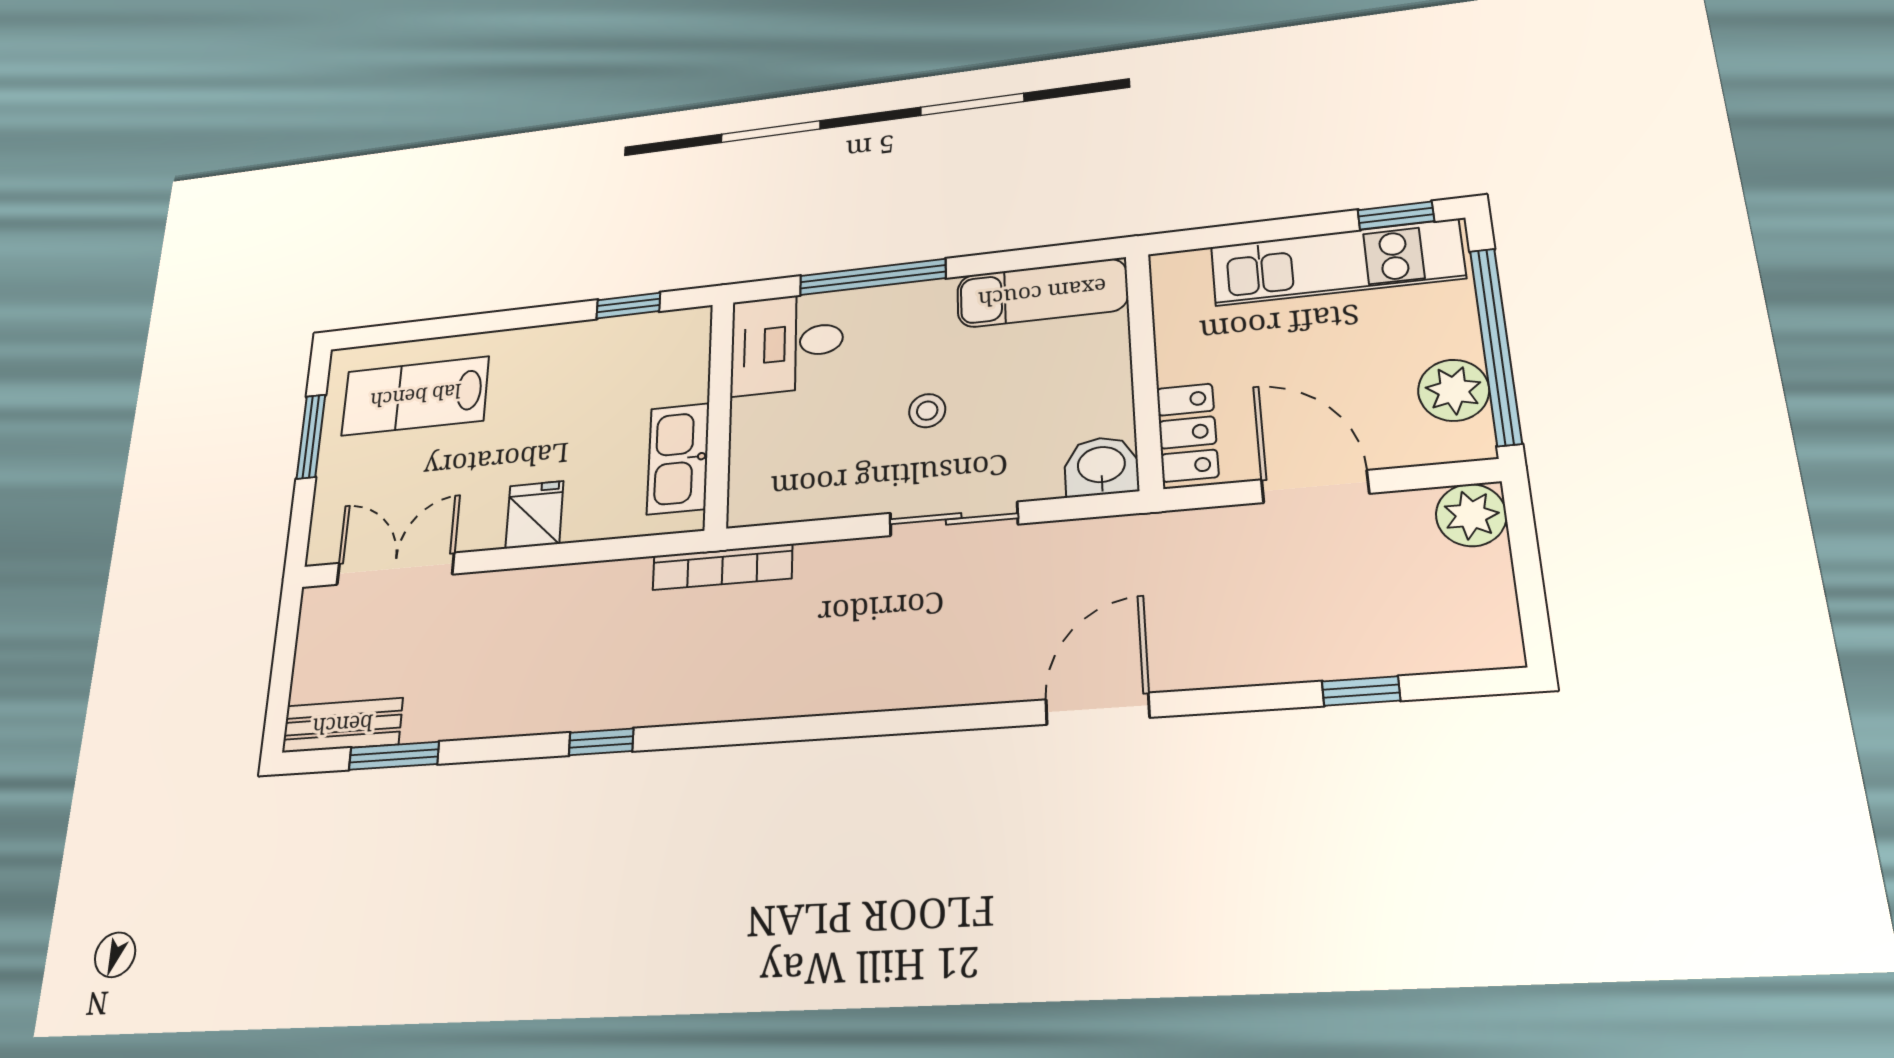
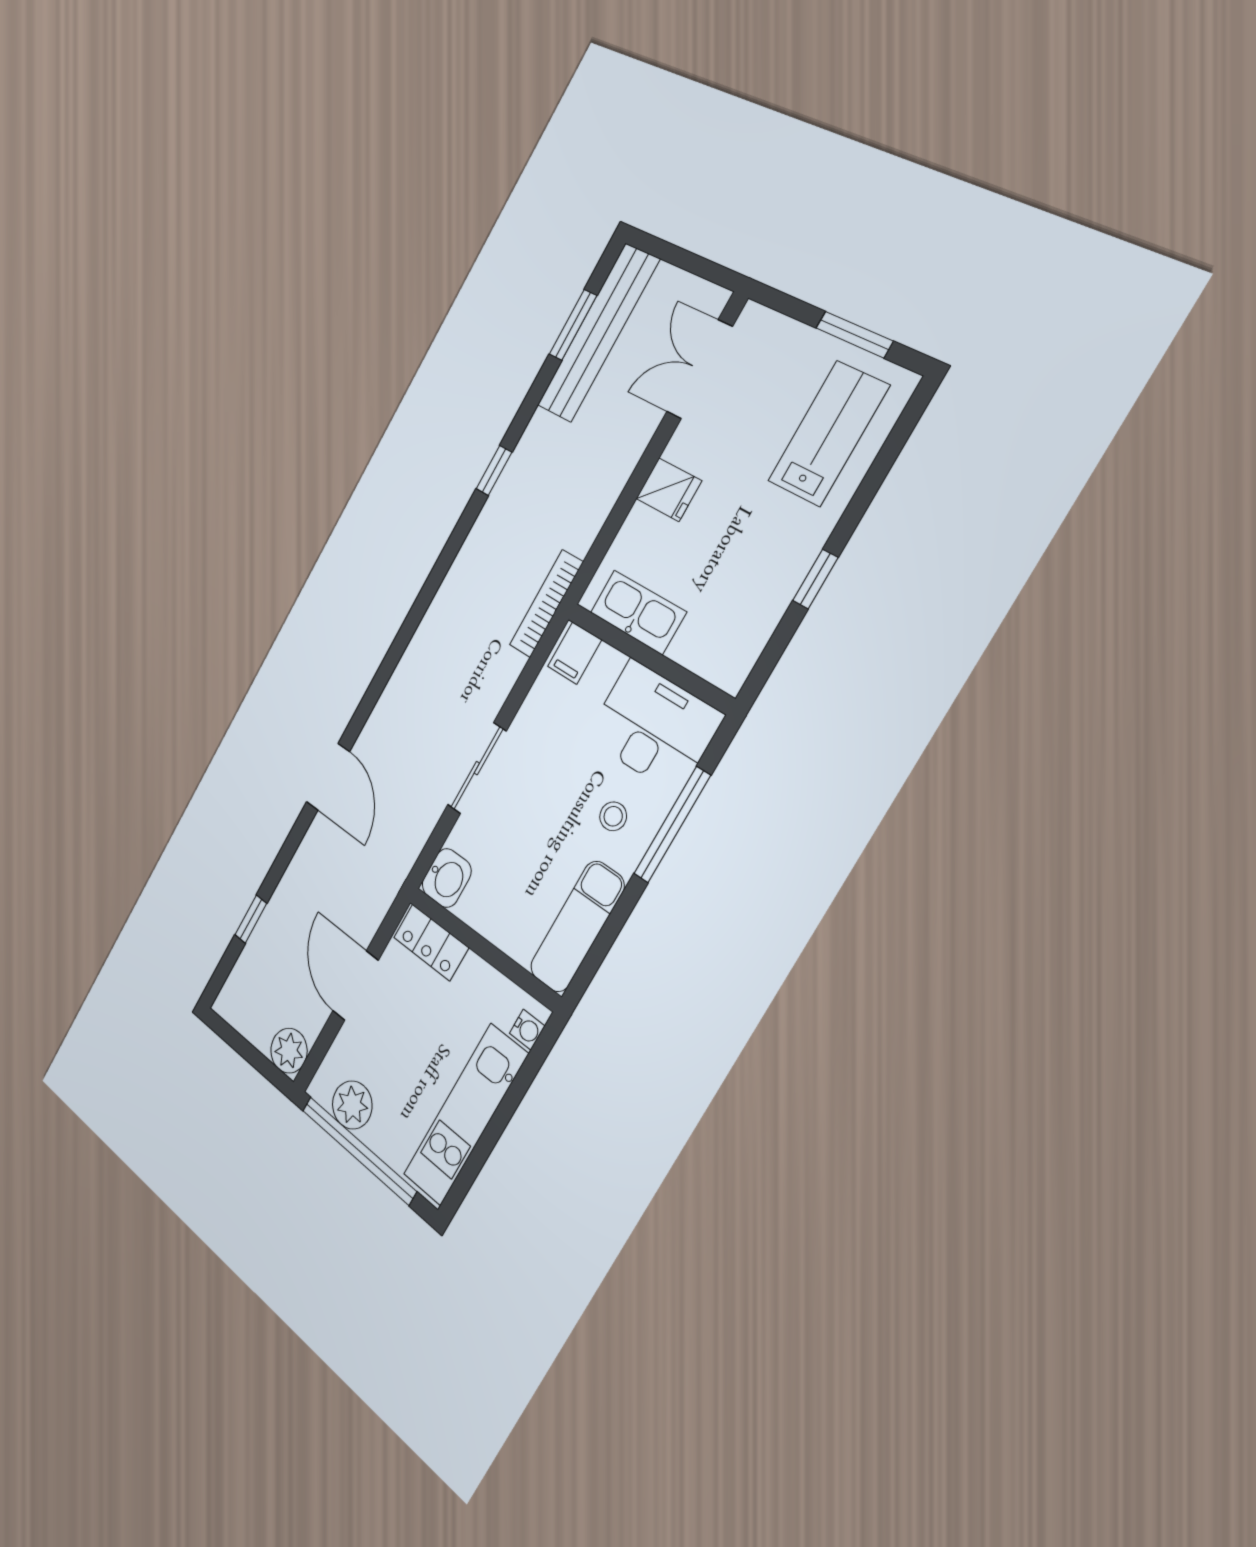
window: (1396, 216) -> (468, 1175), removed
water cooler: (1189, 266) -> (527, 1030), added
window: (628, 306) -> (815, 579), moved
desk: (787, 343) -> (654, 727), width x1.37
stool: (927, 411) -> (613, 816), moved
door: (1315, 487) -> (356, 986), swing flipped
filing cabinet: (759, 496) -> (575, 653), added
double door: (395, 569) -> (700, 369), swing flipped
bench: (342, 725) -> (598, 333), width x1.86, depth x1.21

